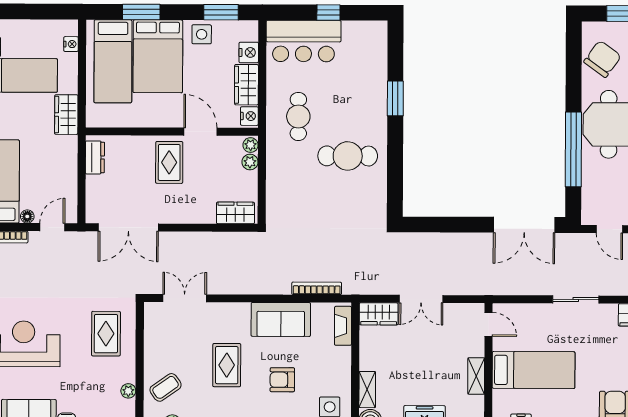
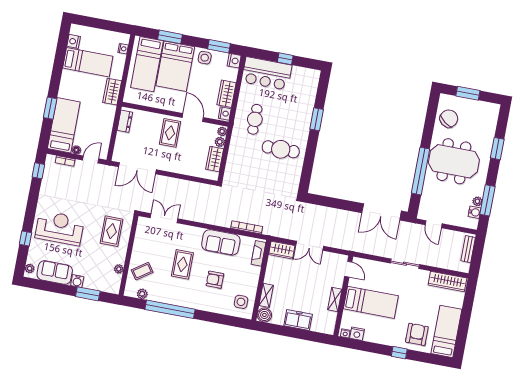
nightstand: (249, 52) -> (234, 61), moved
wardrobe: (235, 213) -> (215, 159), moved, turned -90

